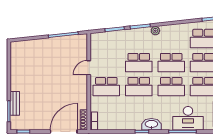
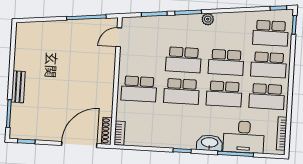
door: (89, 68) -> (119, 37), moved
bench: (15, 103) -> (18, 87), moved
washbasin: (151, 124) -> (210, 143), moved

